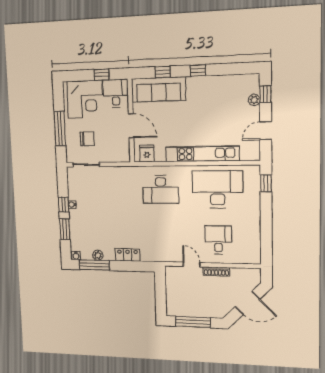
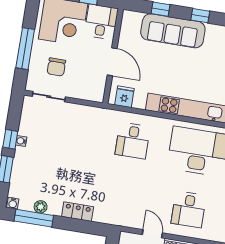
sofa: (158, 89) -> (173, 31), moved
chair: (87, 139) -> (56, 67), turned 90
desk: (161, 189) -> (133, 141), width x0.73
desk: (218, 240) -> (189, 209), turned 180

